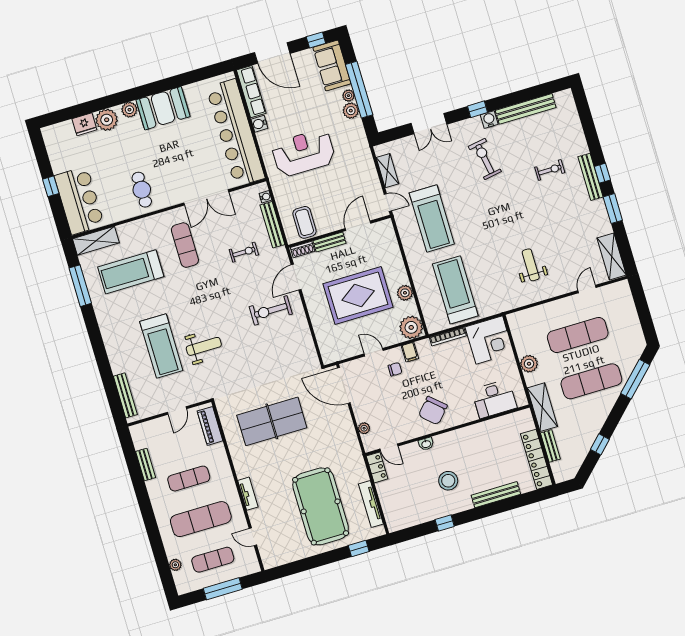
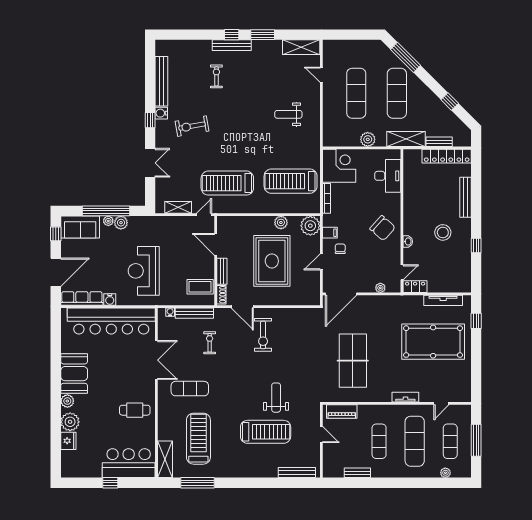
treadmill: (432, 218) -> (227, 183), turned 180
treadmill: (131, 272) -> (198, 439), turned 180

